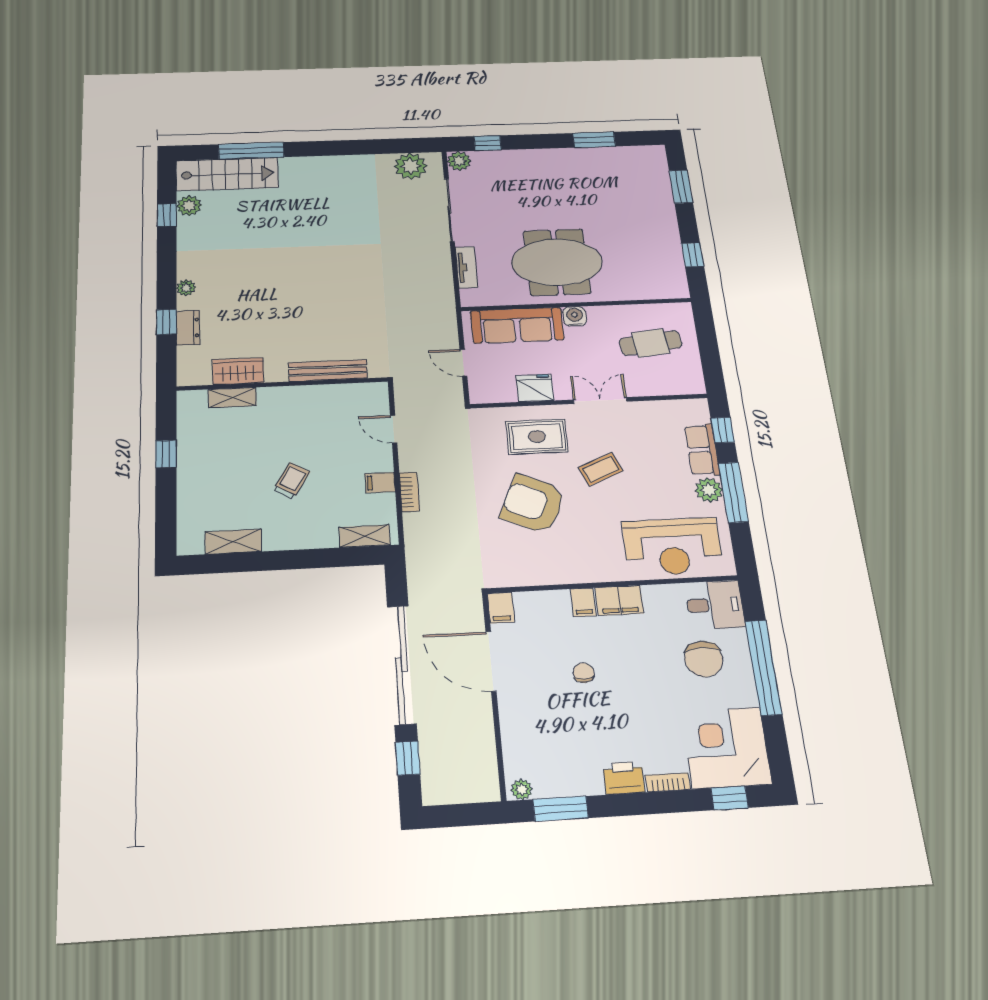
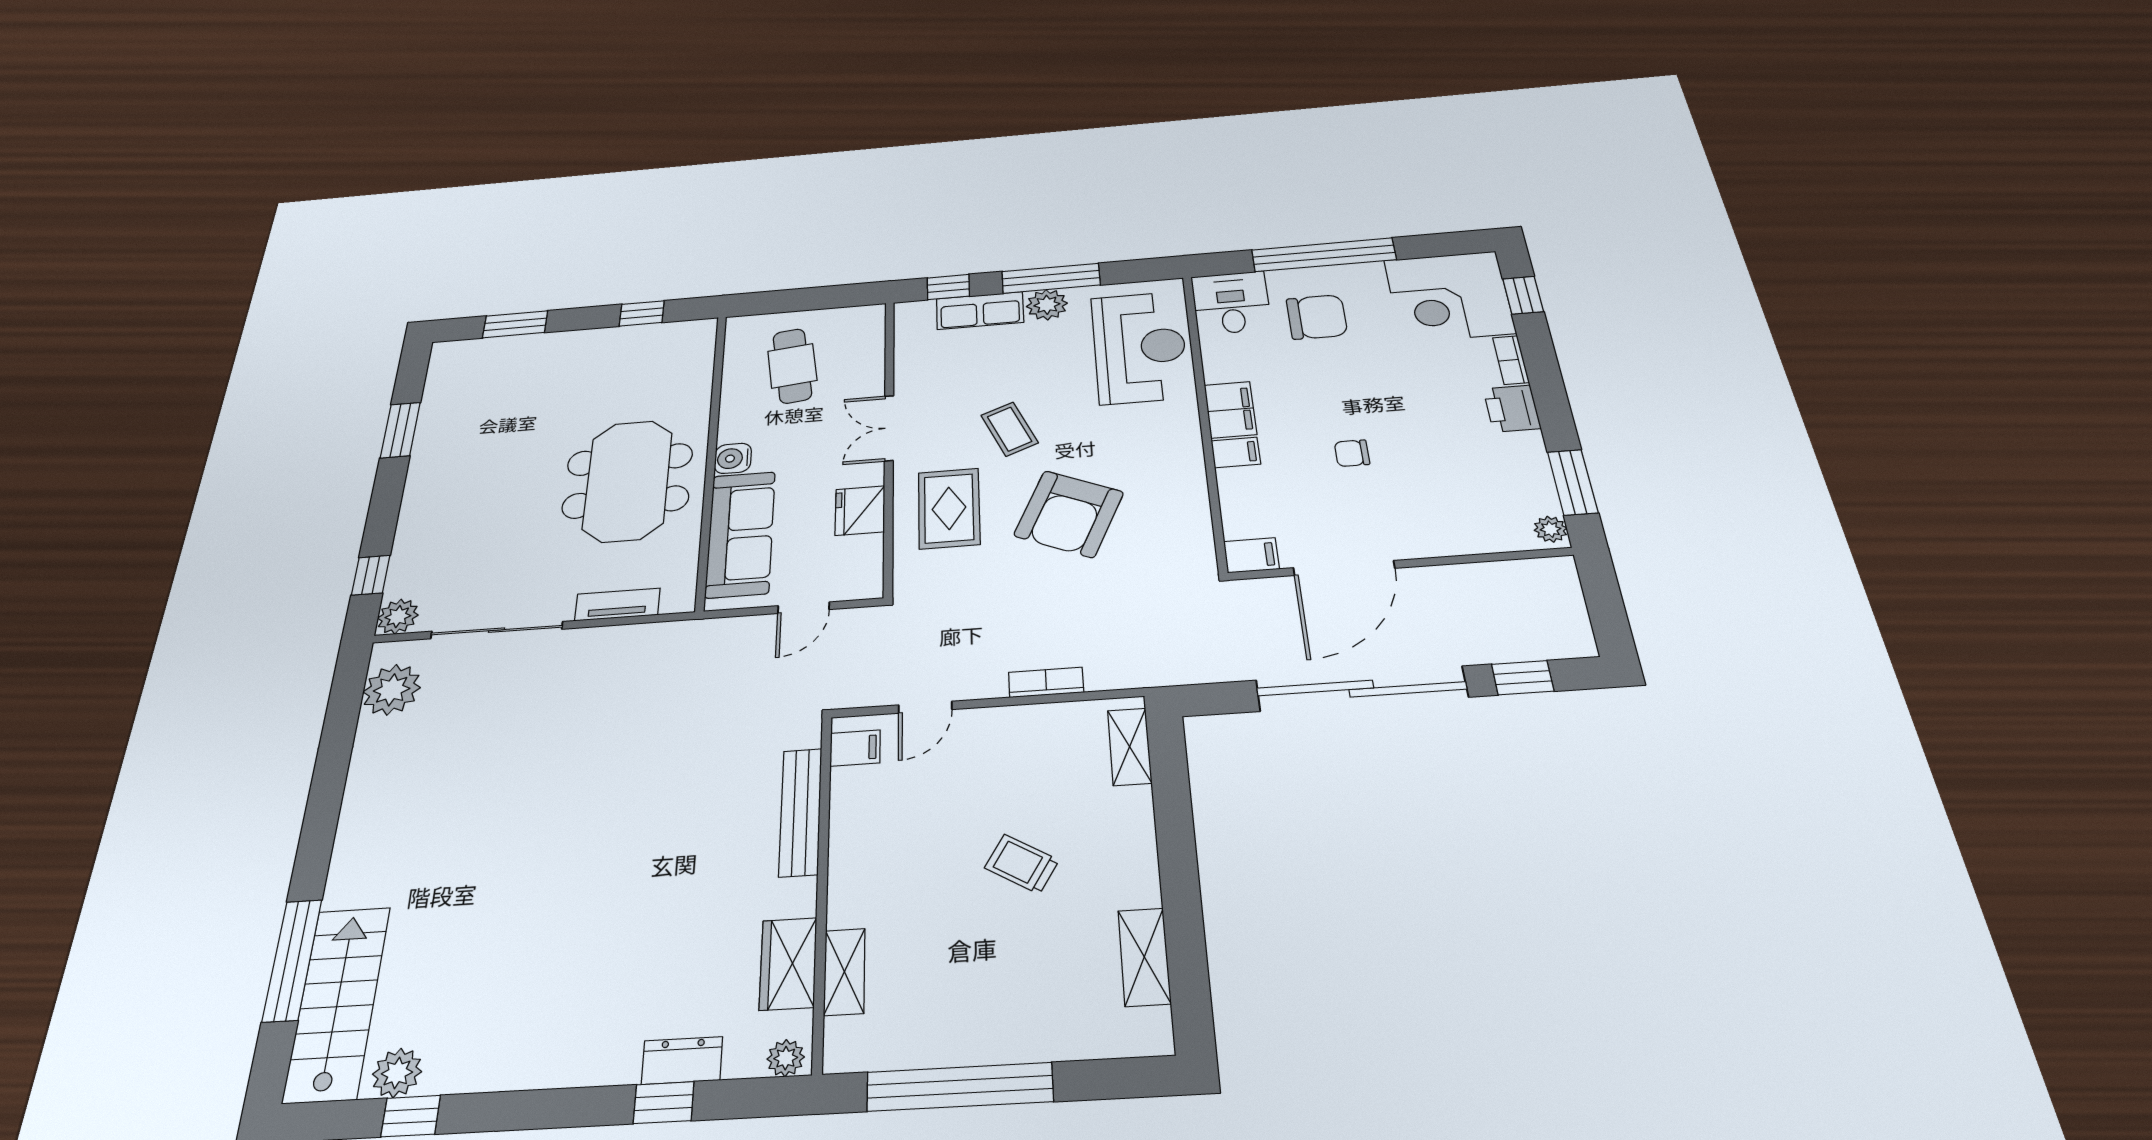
plant: (186, 288) -> (786, 1058), moved
window: (166, 454) -> (960, 1087), width x3.17
filing cabinet: (380, 483) -> (855, 748), moved, turned -90

